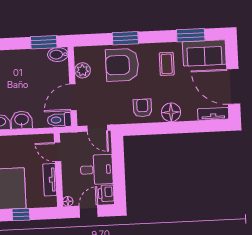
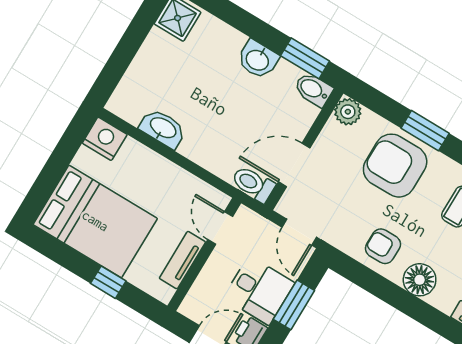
plant: (83, 70) -> (348, 112), moved
armchair: (142, 108) -> (383, 246), turned -90
washbasin: (22, 120) -> (258, 59), moved, turned 180
window: (118, 165) -> (294, 305), added
floor lamp: (68, 201) -> (188, 308), removed

